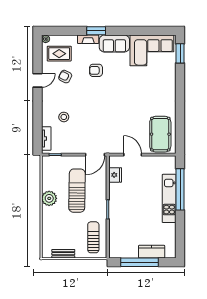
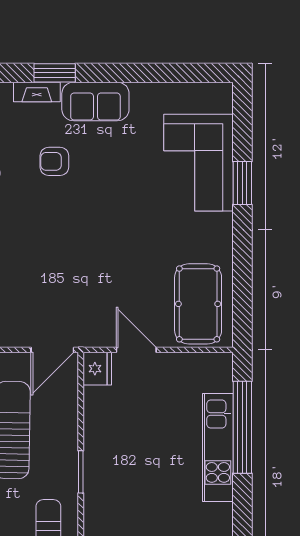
corner sofa: (152, 50) -> (198, 163), moved, turned 90
window: (180, 53) -> (242, 183), moved
fridge: (115, 175) -> (97, 369), moved

